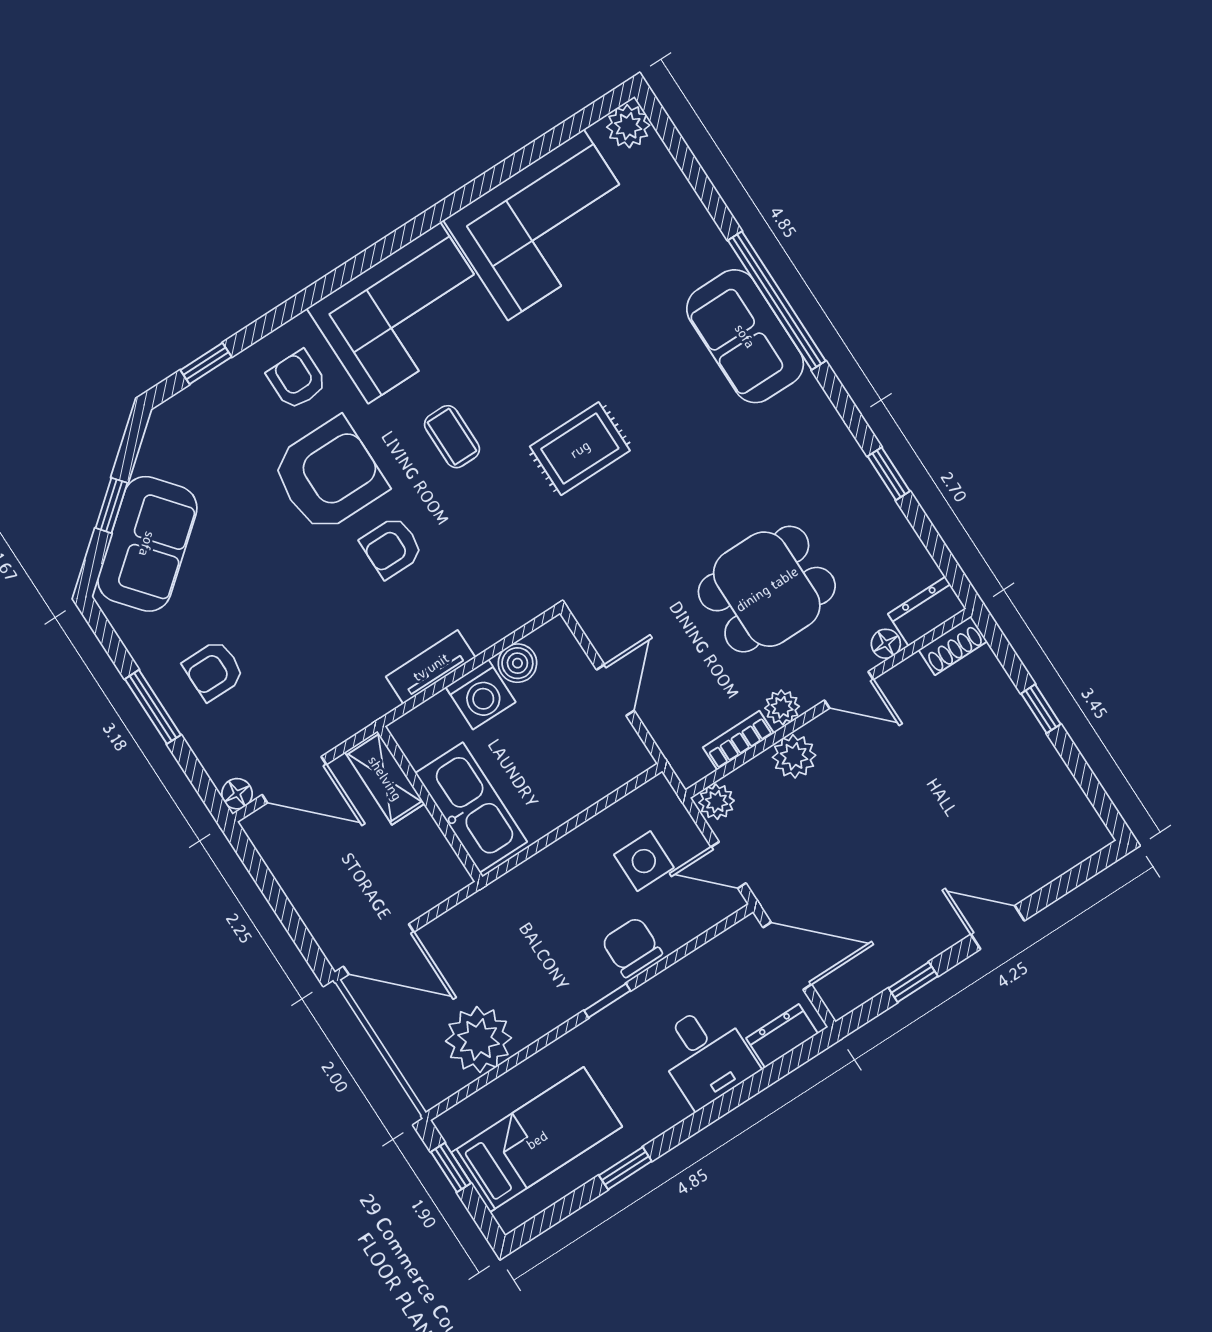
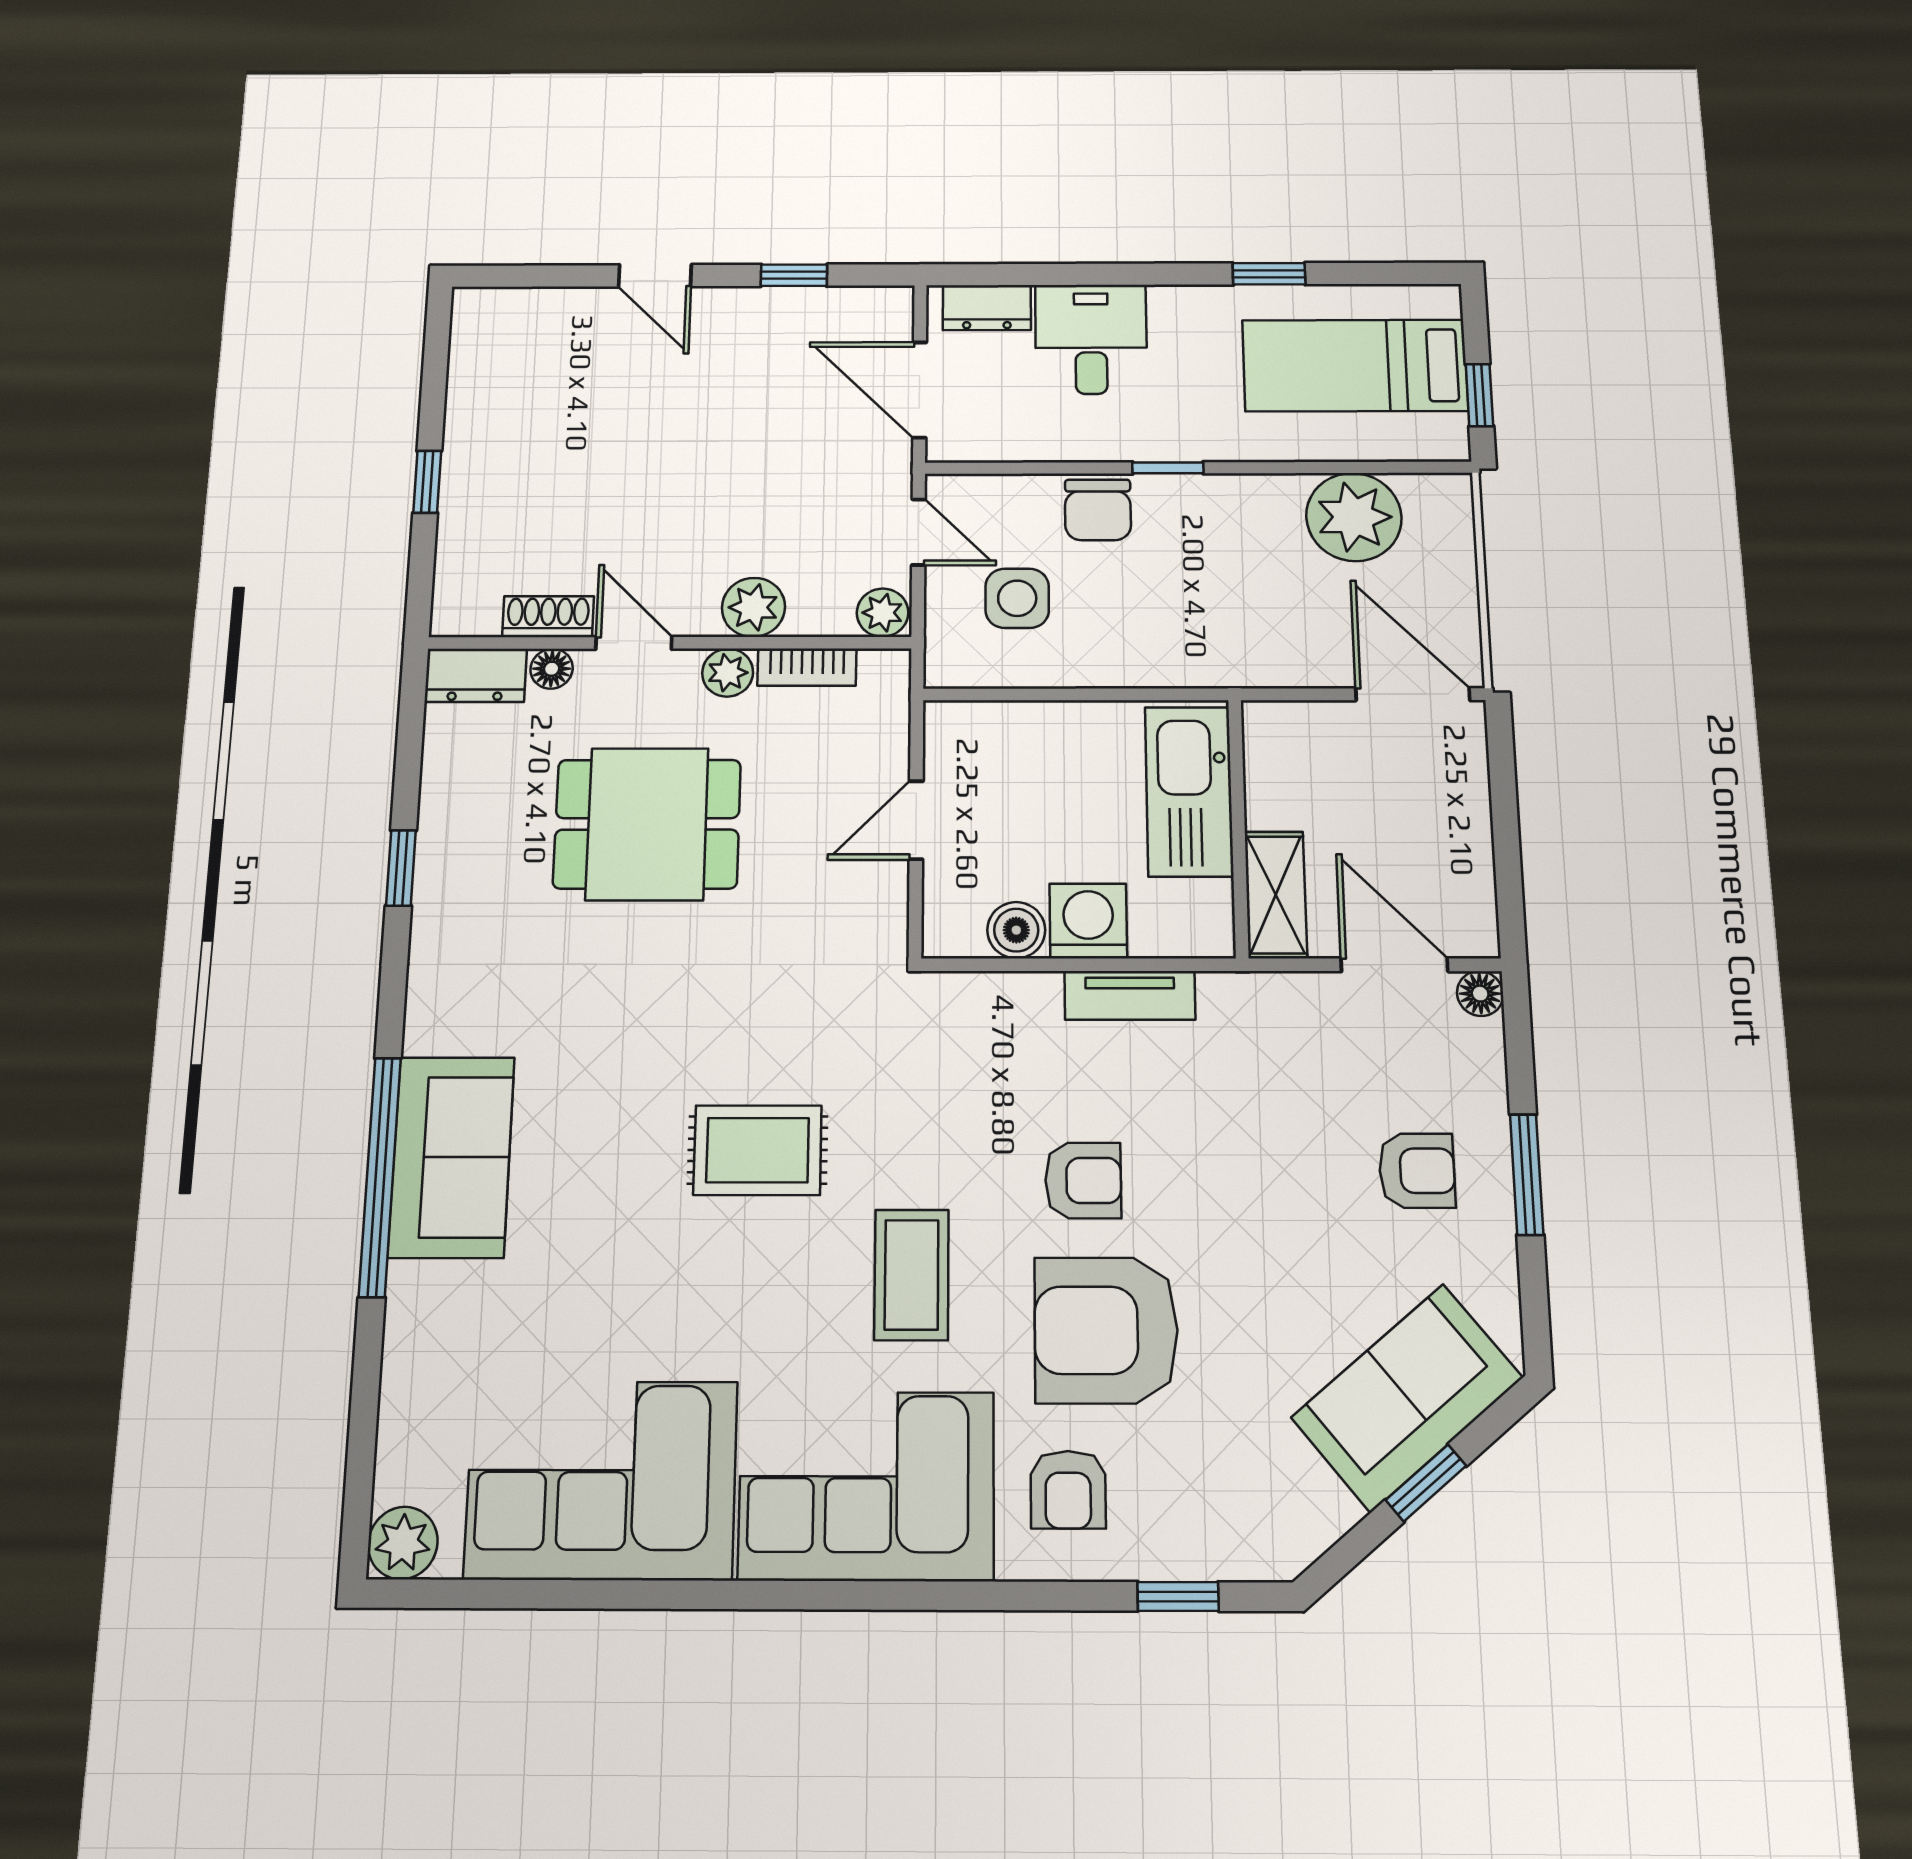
coffee table: (452, 437) -> (911, 1275), width x1.36, depth x1.30
shoe rack: (953, 646) -> (548, 617), moved

